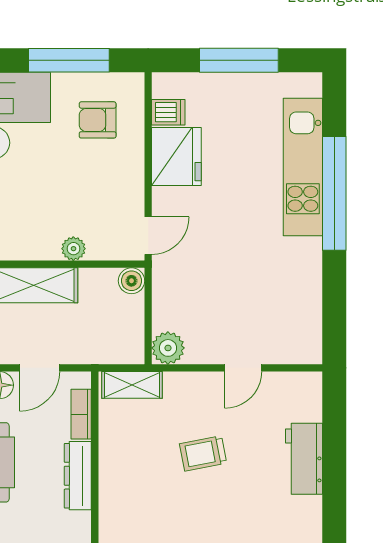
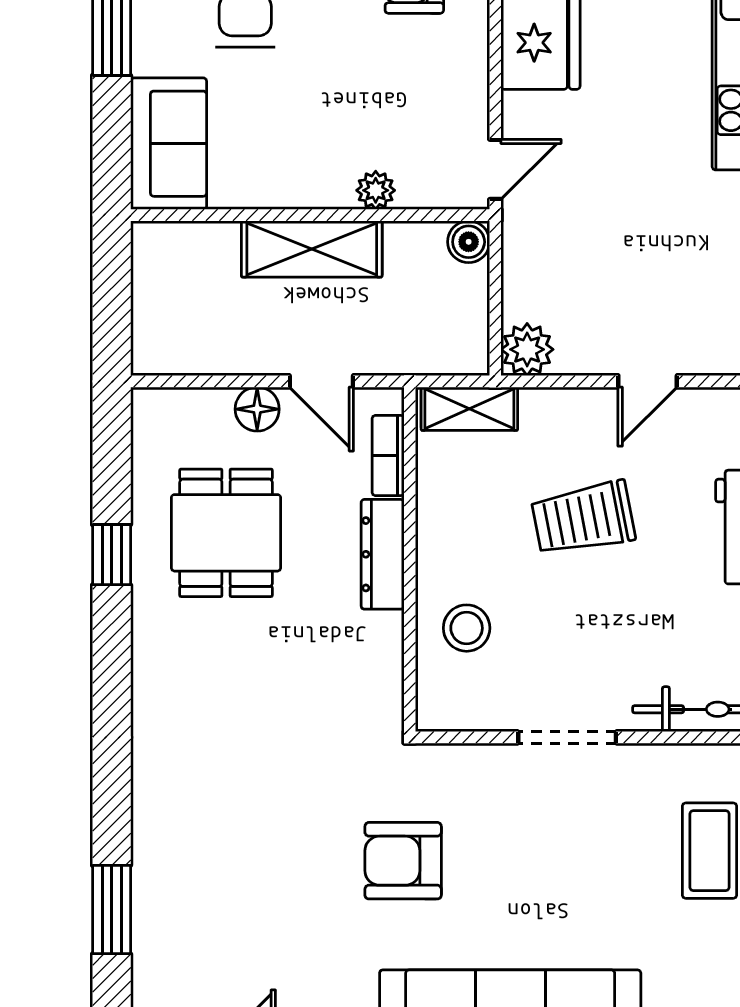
door: (40, 368) -> (321, 381), hinge flipped
trolley: (203, 453) -> (583, 518), width x1.36, depth x1.39
stool: (130, 522) -> (467, 628), added

